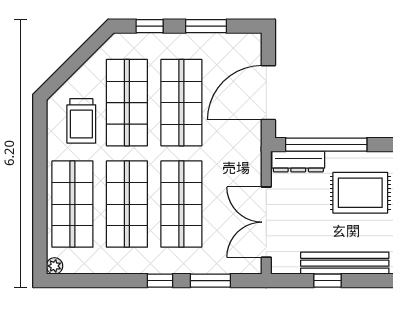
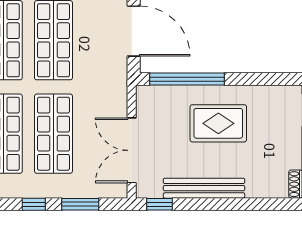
door: (268, 93) -> (134, 31), swing flipped
dresser: (298, 162) -> (161, 94), removed
window: (328, 281) -> (160, 204), moved

